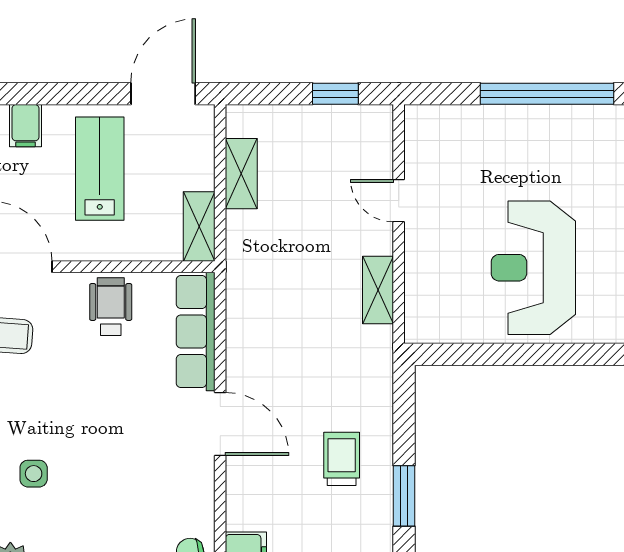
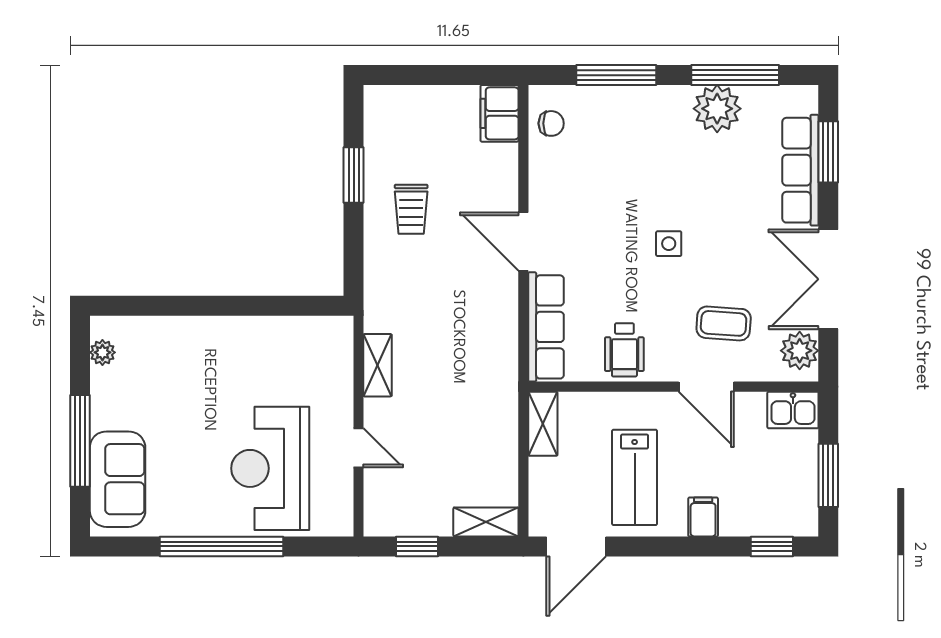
shelving: (241, 174) -> (486, 522), moved, turned 90
reception desk: (533, 268) -> (270, 468), moved, turned 180
side table: (34, 474) -> (669, 244), moved

